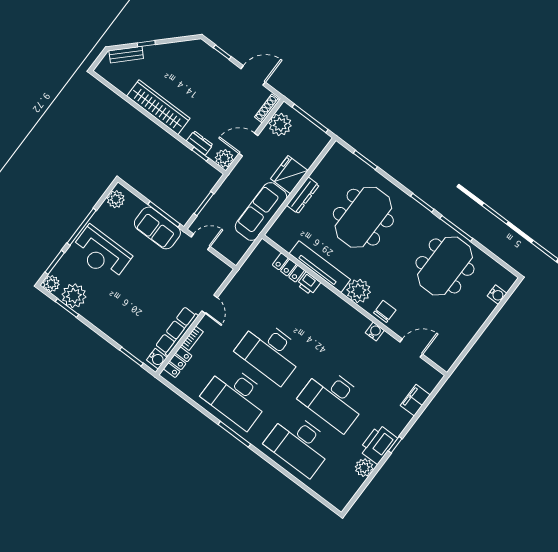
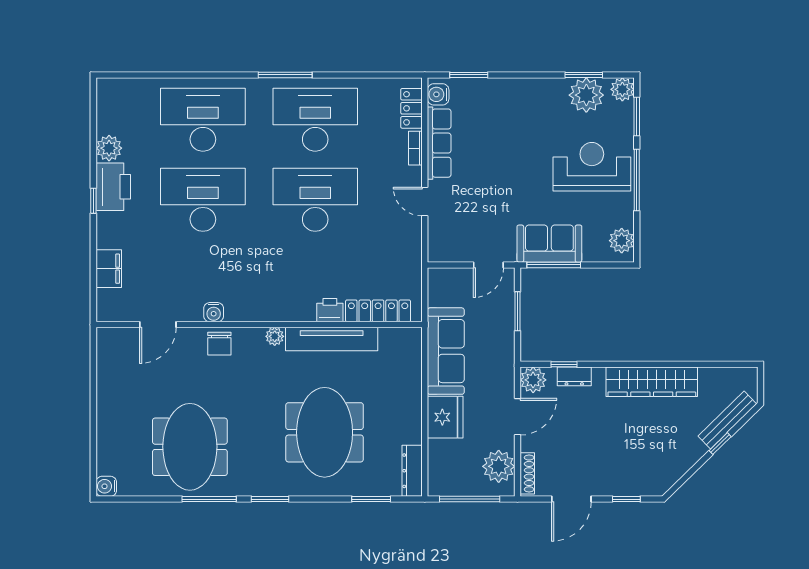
bench: (126, 55) -> (727, 420), width x1.36
dresser: (303, 195) -> (412, 471), moved
locker: (288, 268) -> (378, 311), width x1.53
plant: (359, 291) -> (275, 336), width x0.53, depth x0.53
water cooler: (497, 295) -> (106, 486), moved

